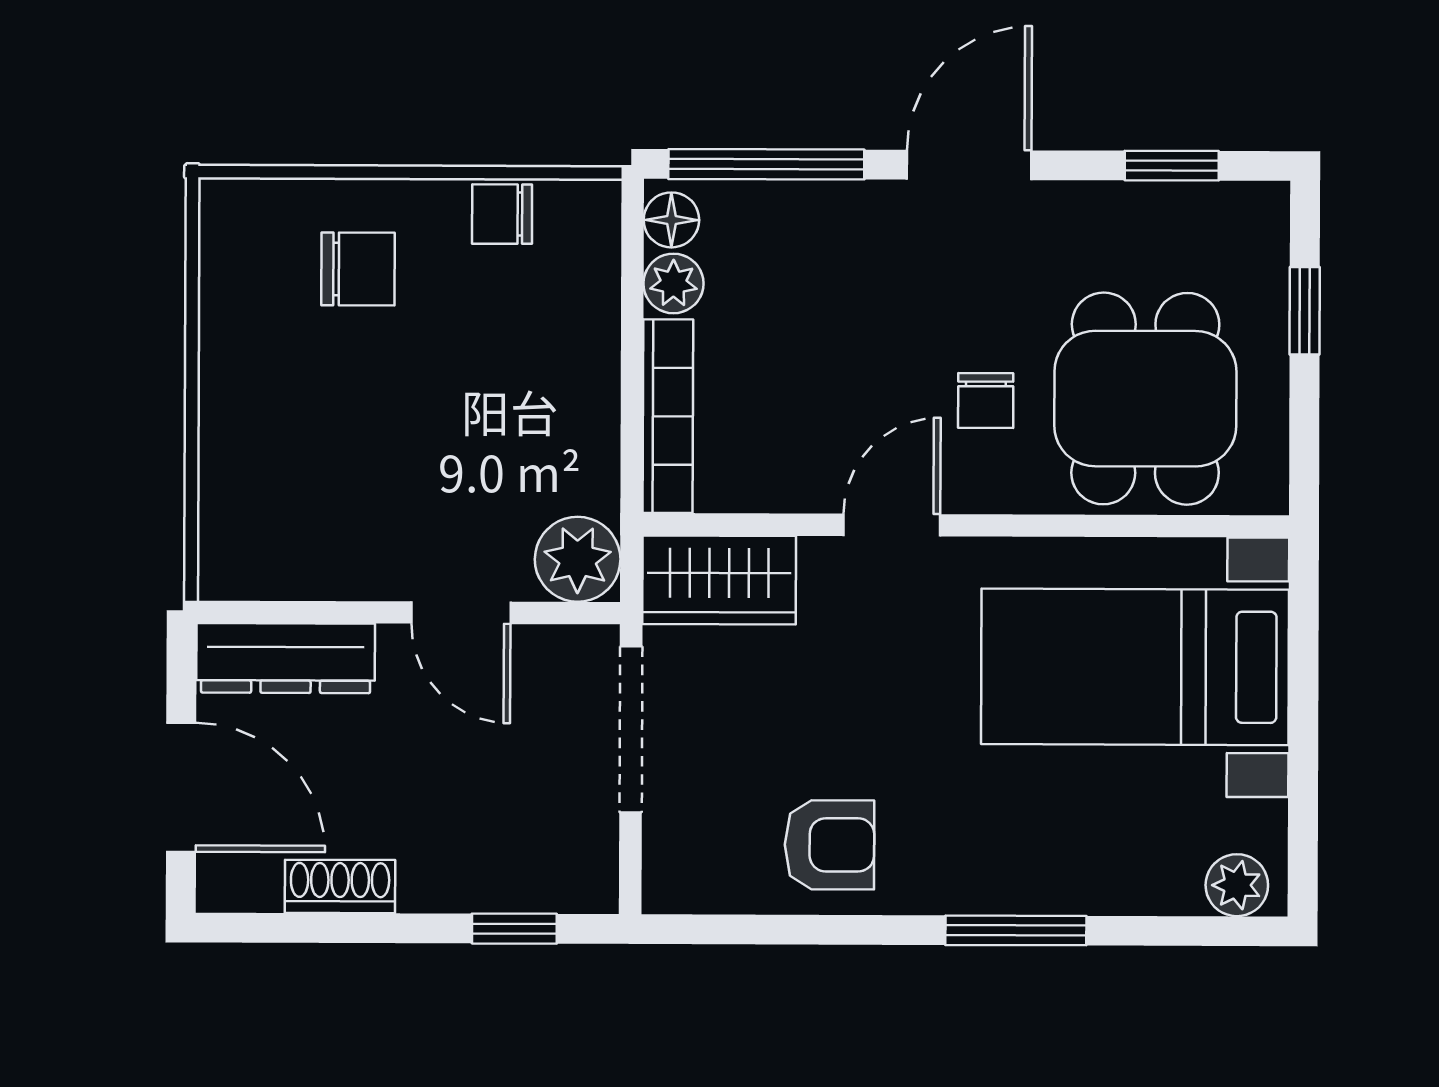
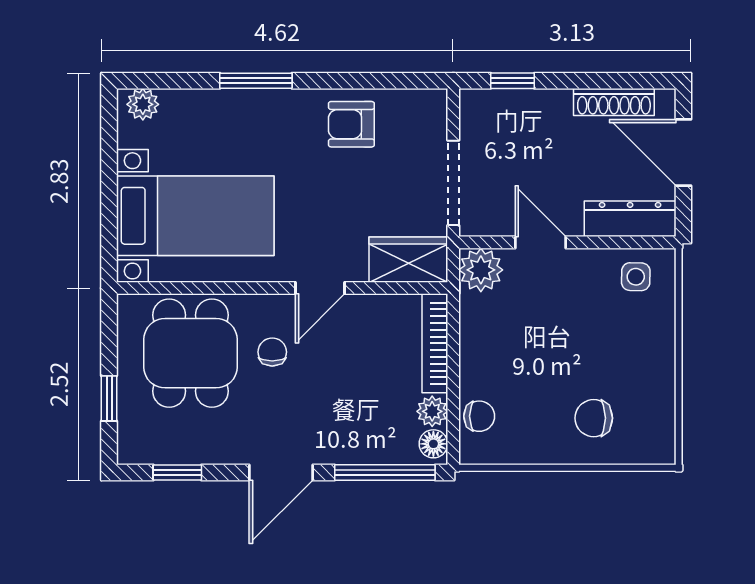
chair: (502, 214) -> (479, 416), moved
side table: (275, 545) -> (636, 277), added
shoe rack: (340, 886) -> (614, 102), width x1.43

